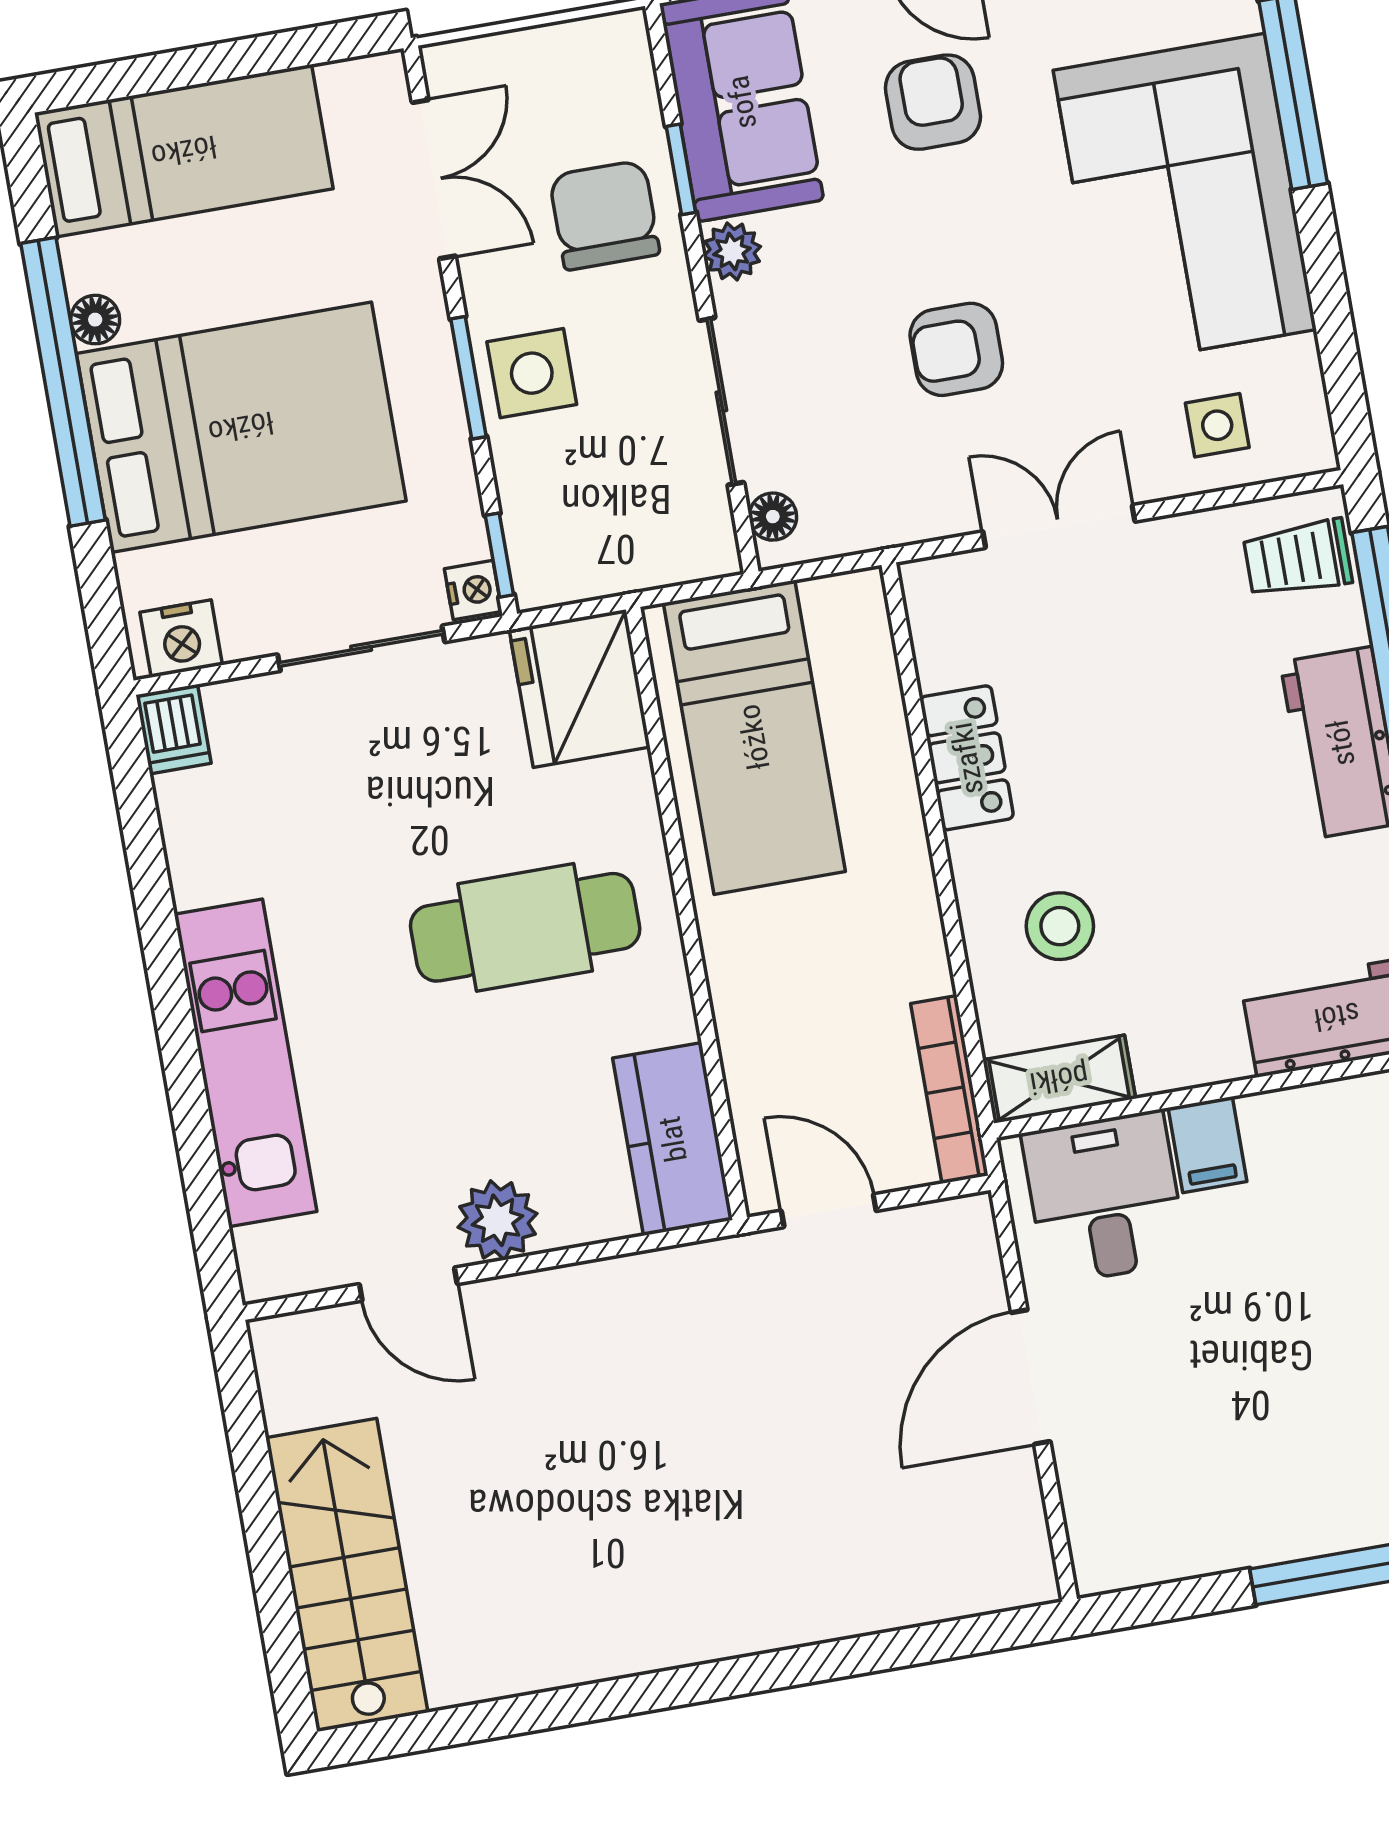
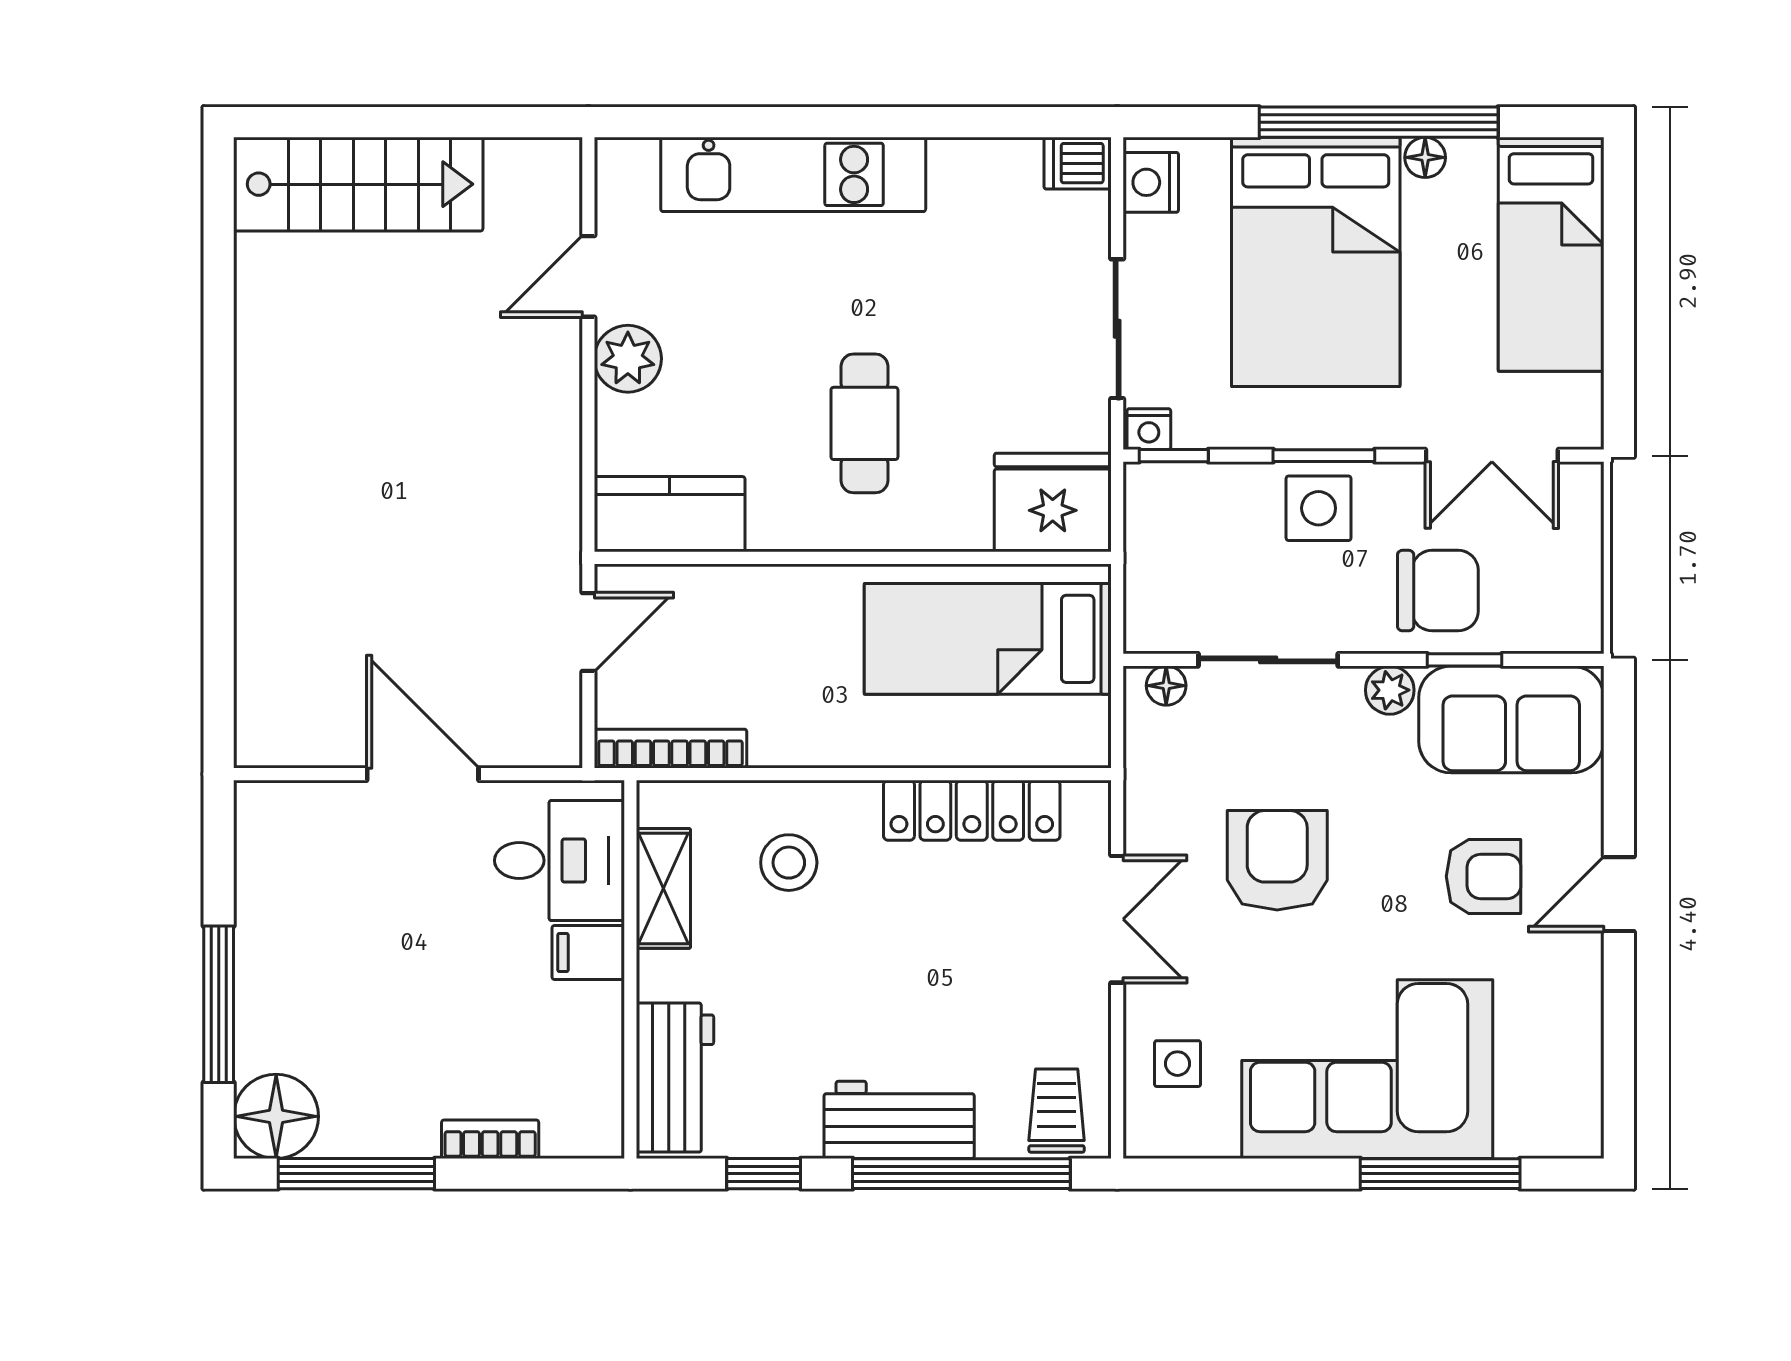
armchair: (956, 349) -> (1277, 860), width x1.38, depth x1.38
locker: (967, 758) -> (972, 810), width x1.53
cafe table: (525, 927) -> (864, 423), width x0.73, depth x0.74
shelving: (1059, 1079) -> (663, 888), moved

